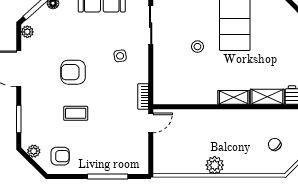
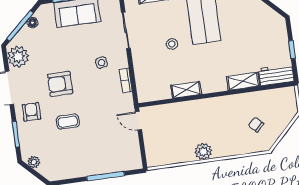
plant: (27, 32) -> (18, 57), width x1.88, depth x1.88
bookcase: (143, 96) -> (126, 81), moved
shelving: (234, 97) -> (186, 90), moved
door: (151, 123) -> (138, 121), swing flipped
armchair: (60, 156) -> (31, 112), moved, turned -90

